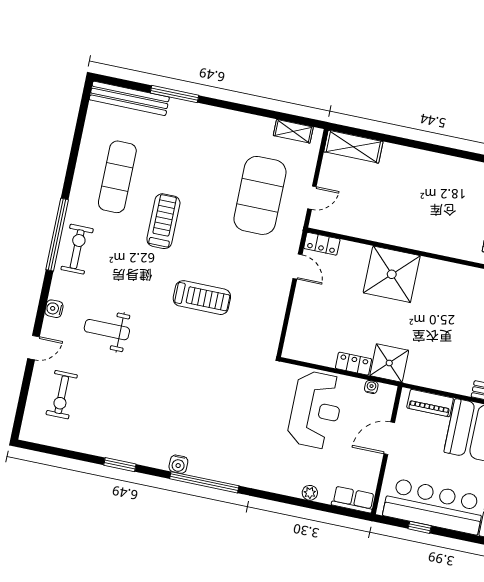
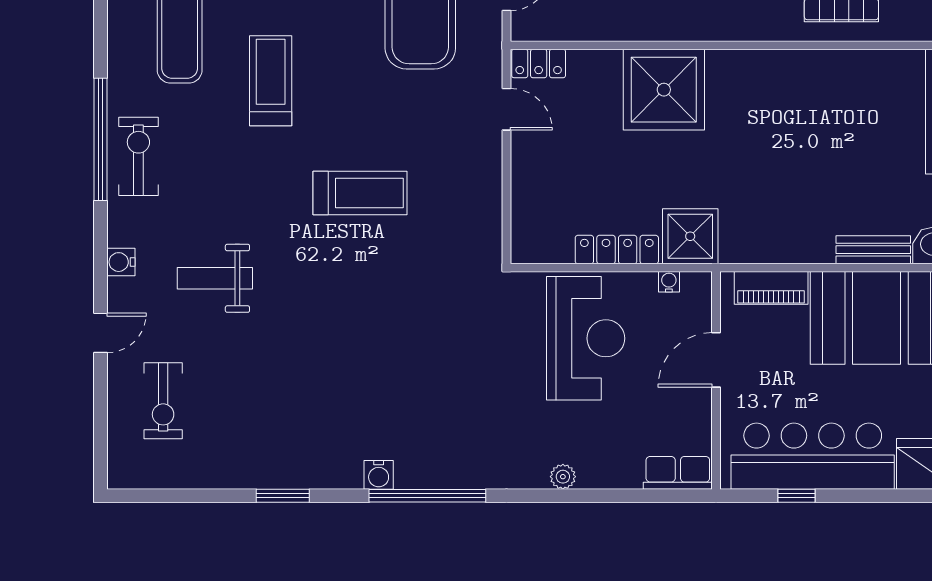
locker: (353, 364) -> (617, 250), width x1.53
plant: (310, 493) -> (563, 477), moved

